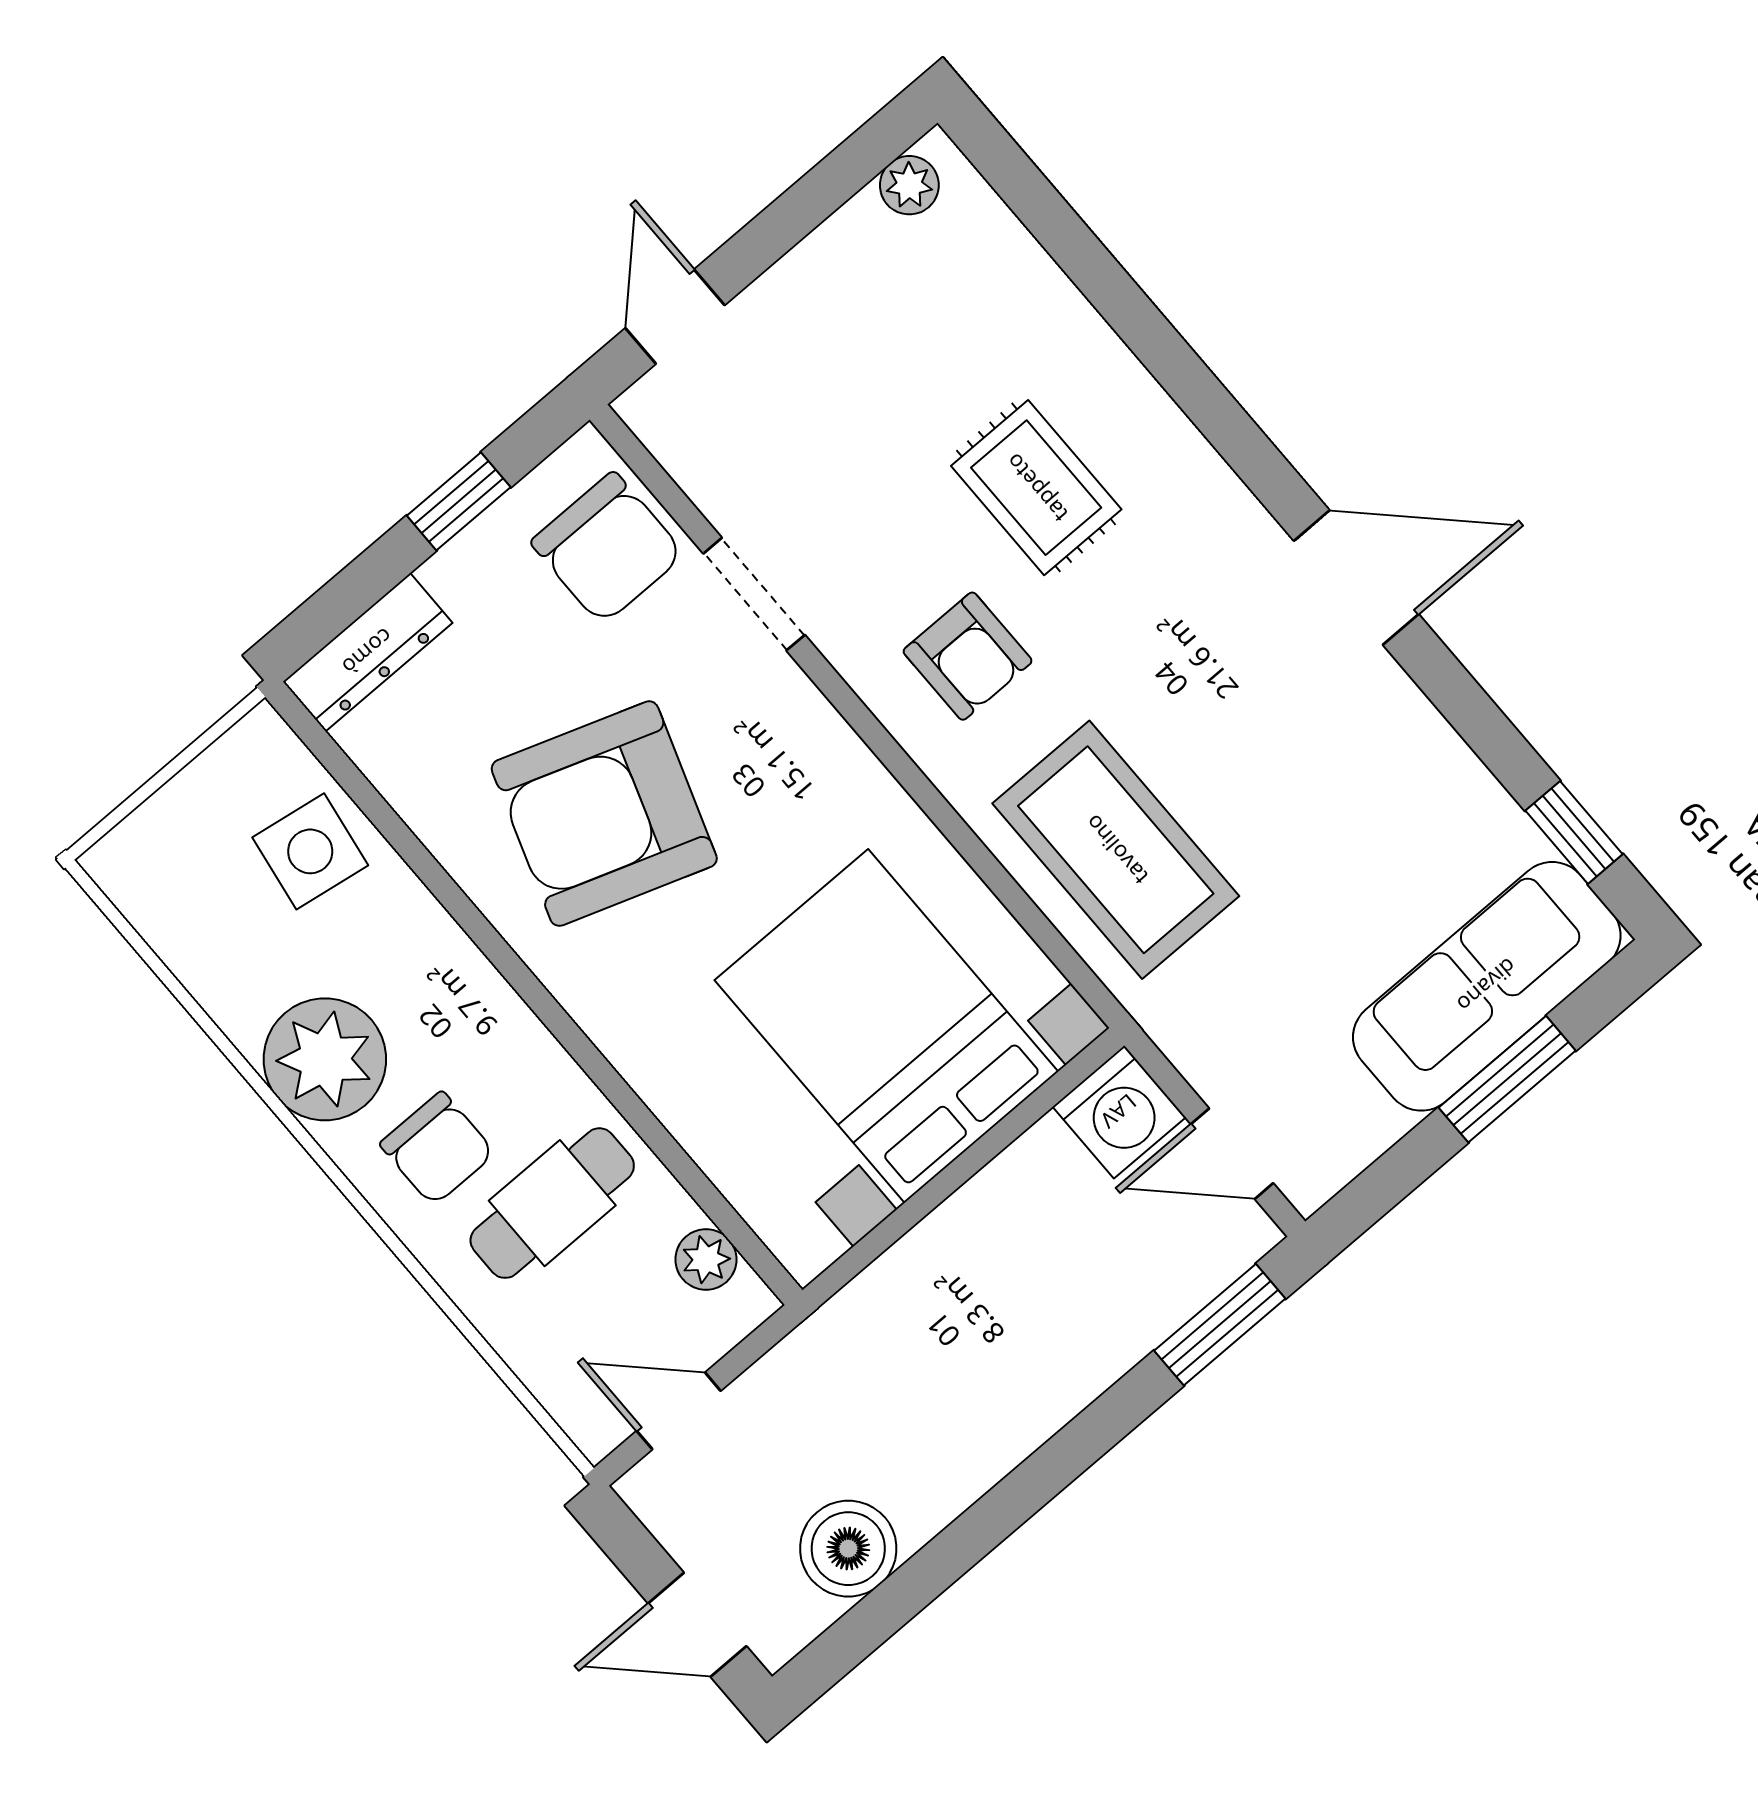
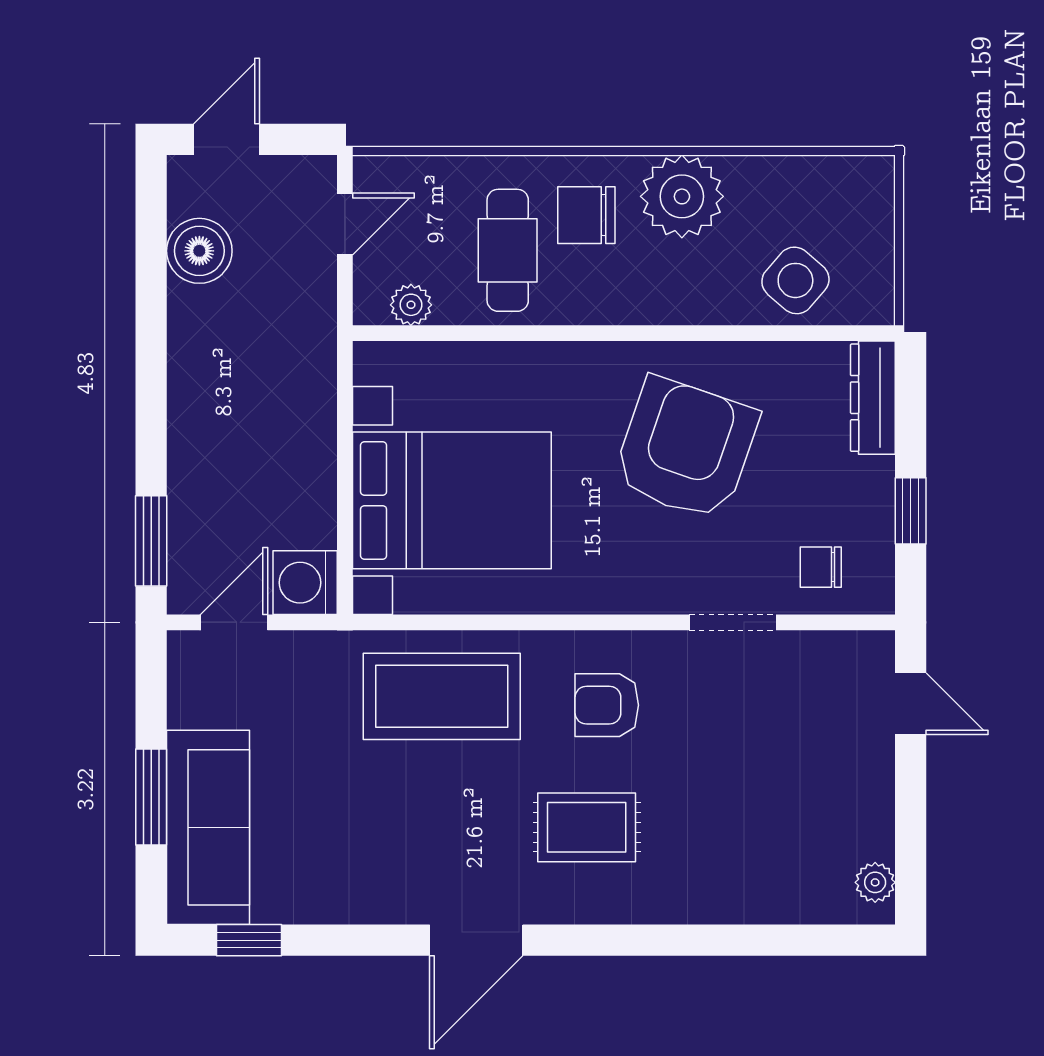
rug: (1036, 488) -> (587, 827), moved
chair: (608, 548) -> (821, 567), width x0.54, depth x0.54
side table: (310, 851) -> (795, 280), turned 32

